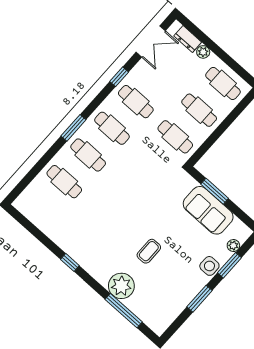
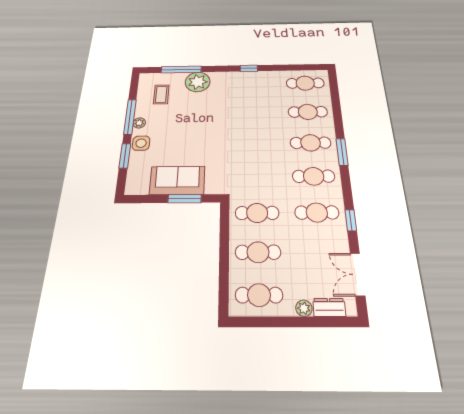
cafe table: (40, 208) -> (305, 83), added
plant: (233, 246) -> (139, 123), moved
coffee table: (149, 251) -> (161, 94), moved
window: (199, 299) -> (130, 117), width x1.44

